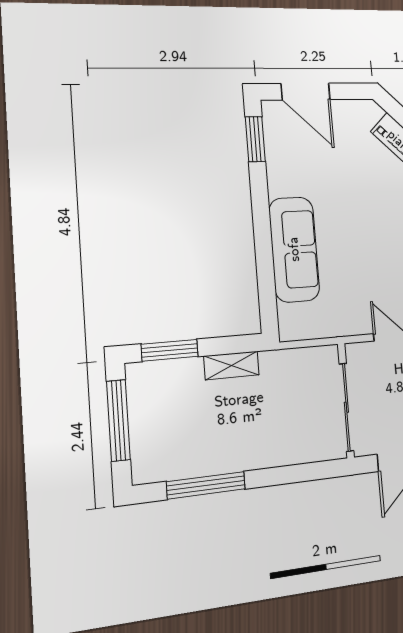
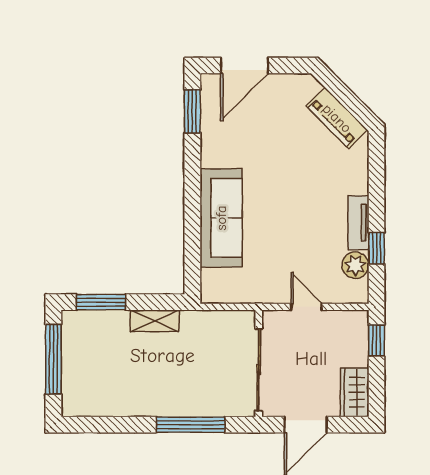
door: (306, 92) -> (244, 66), hinge flipped
window: (206, 485) -> (191, 425), moved

